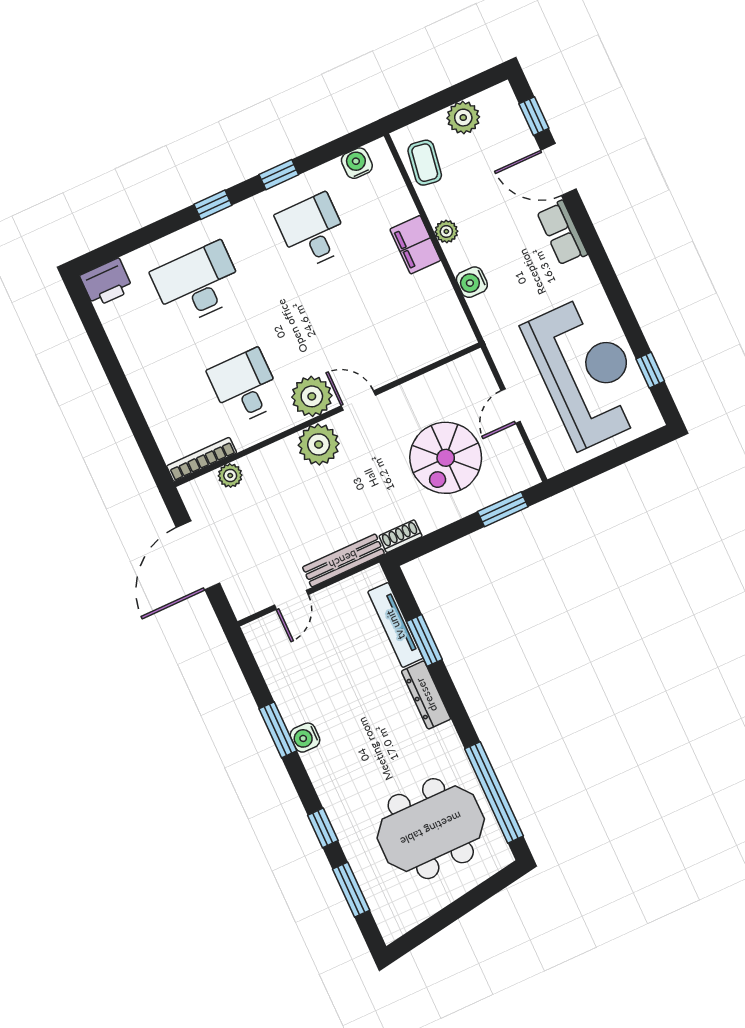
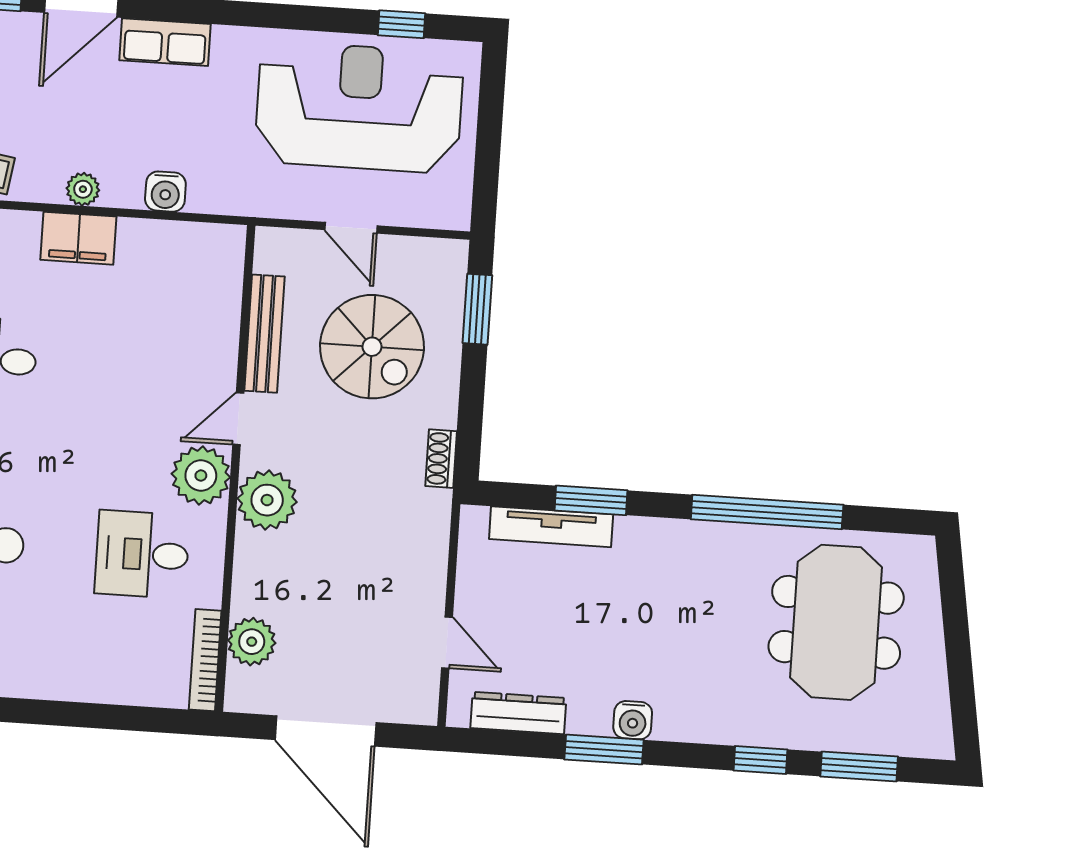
plant: (230, 476) -> (252, 642), width x1.38, depth x1.38
bench: (343, 560) -> (264, 334), moved
dresser: (426, 695) -> (518, 713), moved, turned 180
window: (494, 792) -> (767, 512), moved

